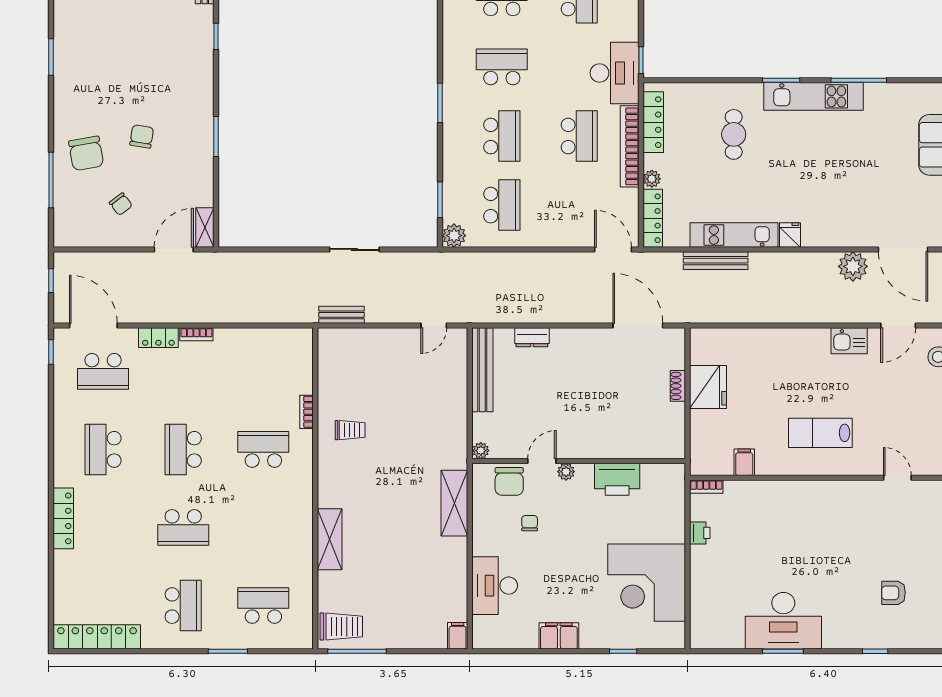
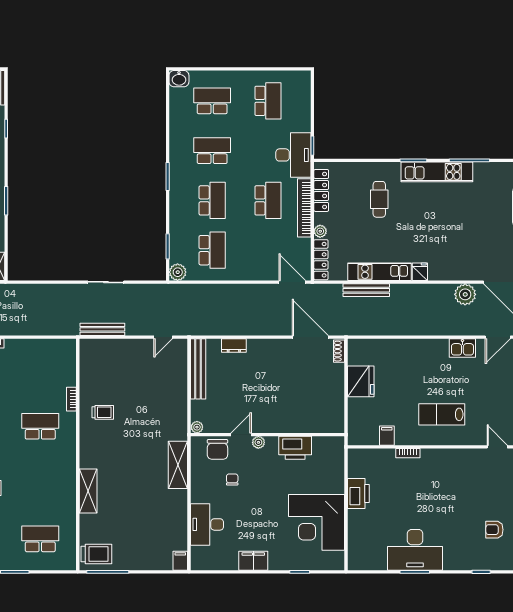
bench: (341, 315) -> (102, 329), width x1.36
shoe rack: (678, 386) -> (339, 351), moved
bookcase: (706, 487) -> (408, 453), moved
printer: (700, 533) -> (358, 494), width x1.87, depth x1.48

